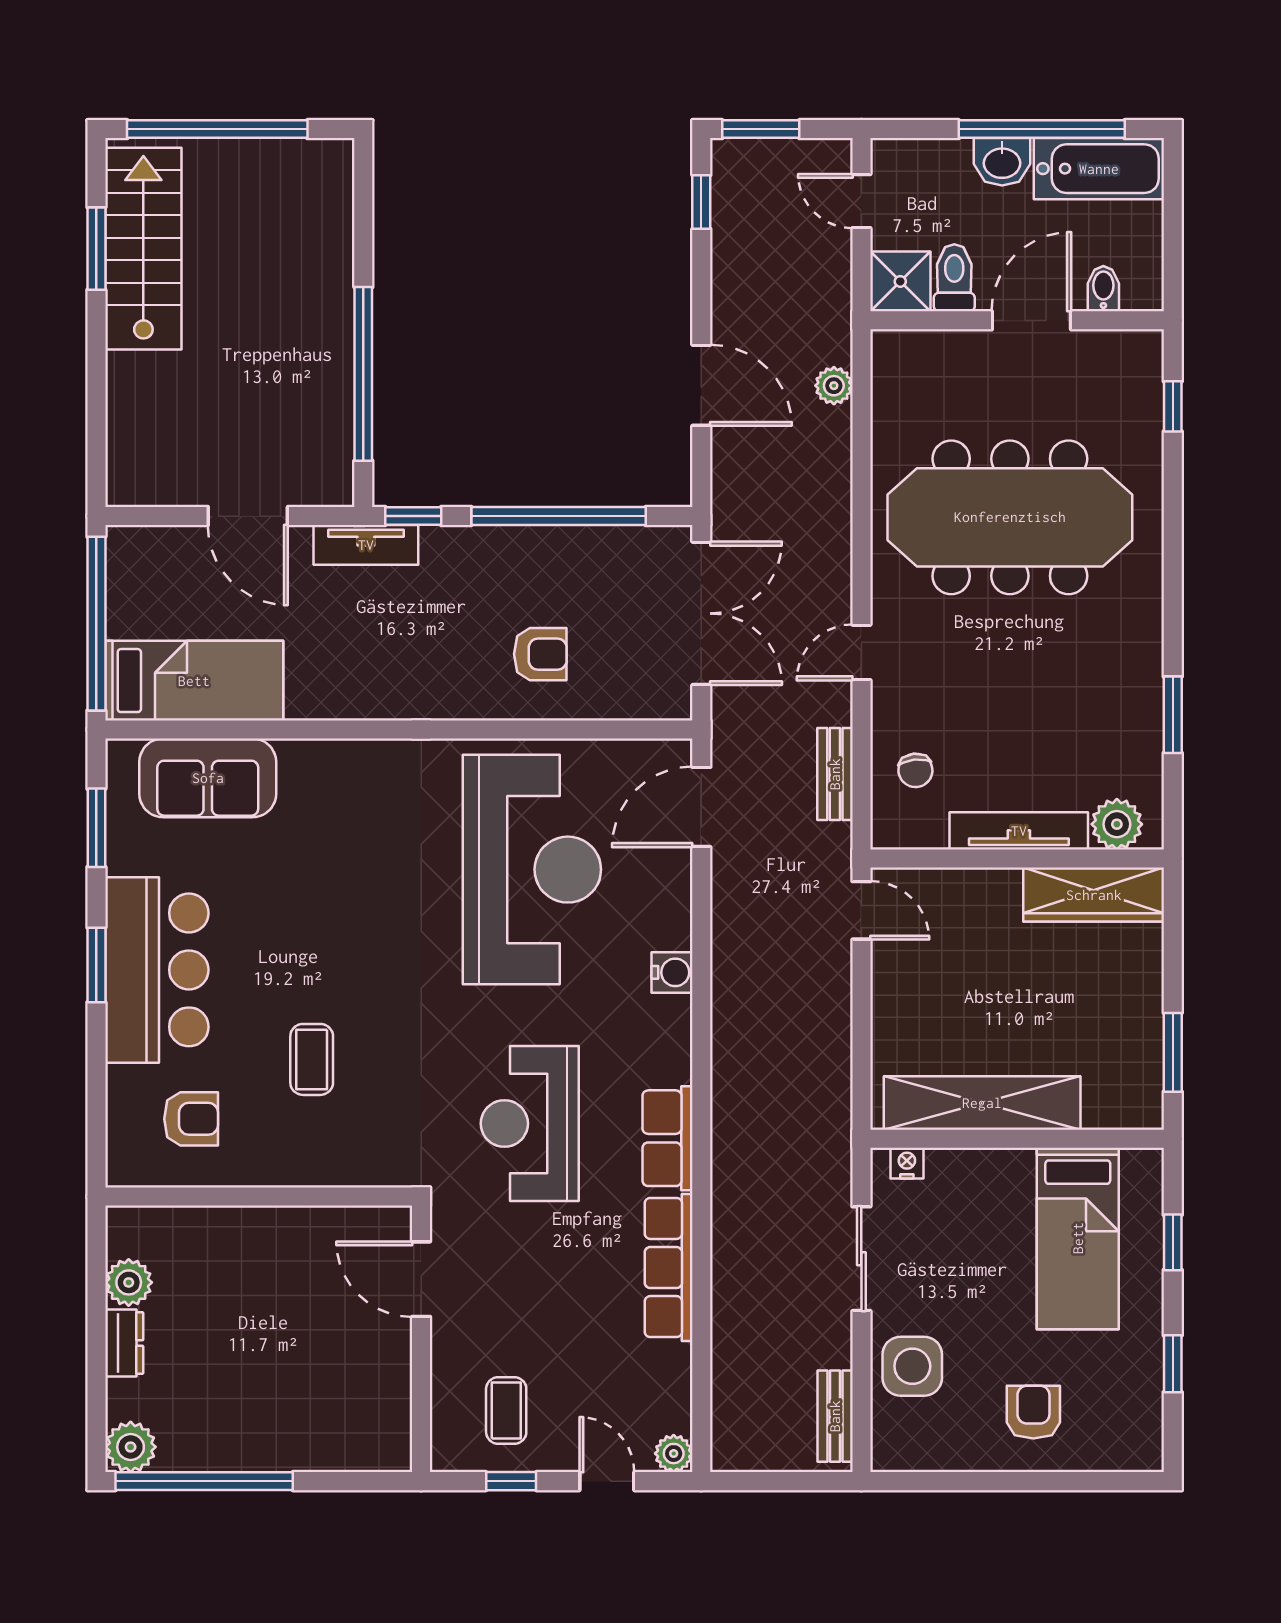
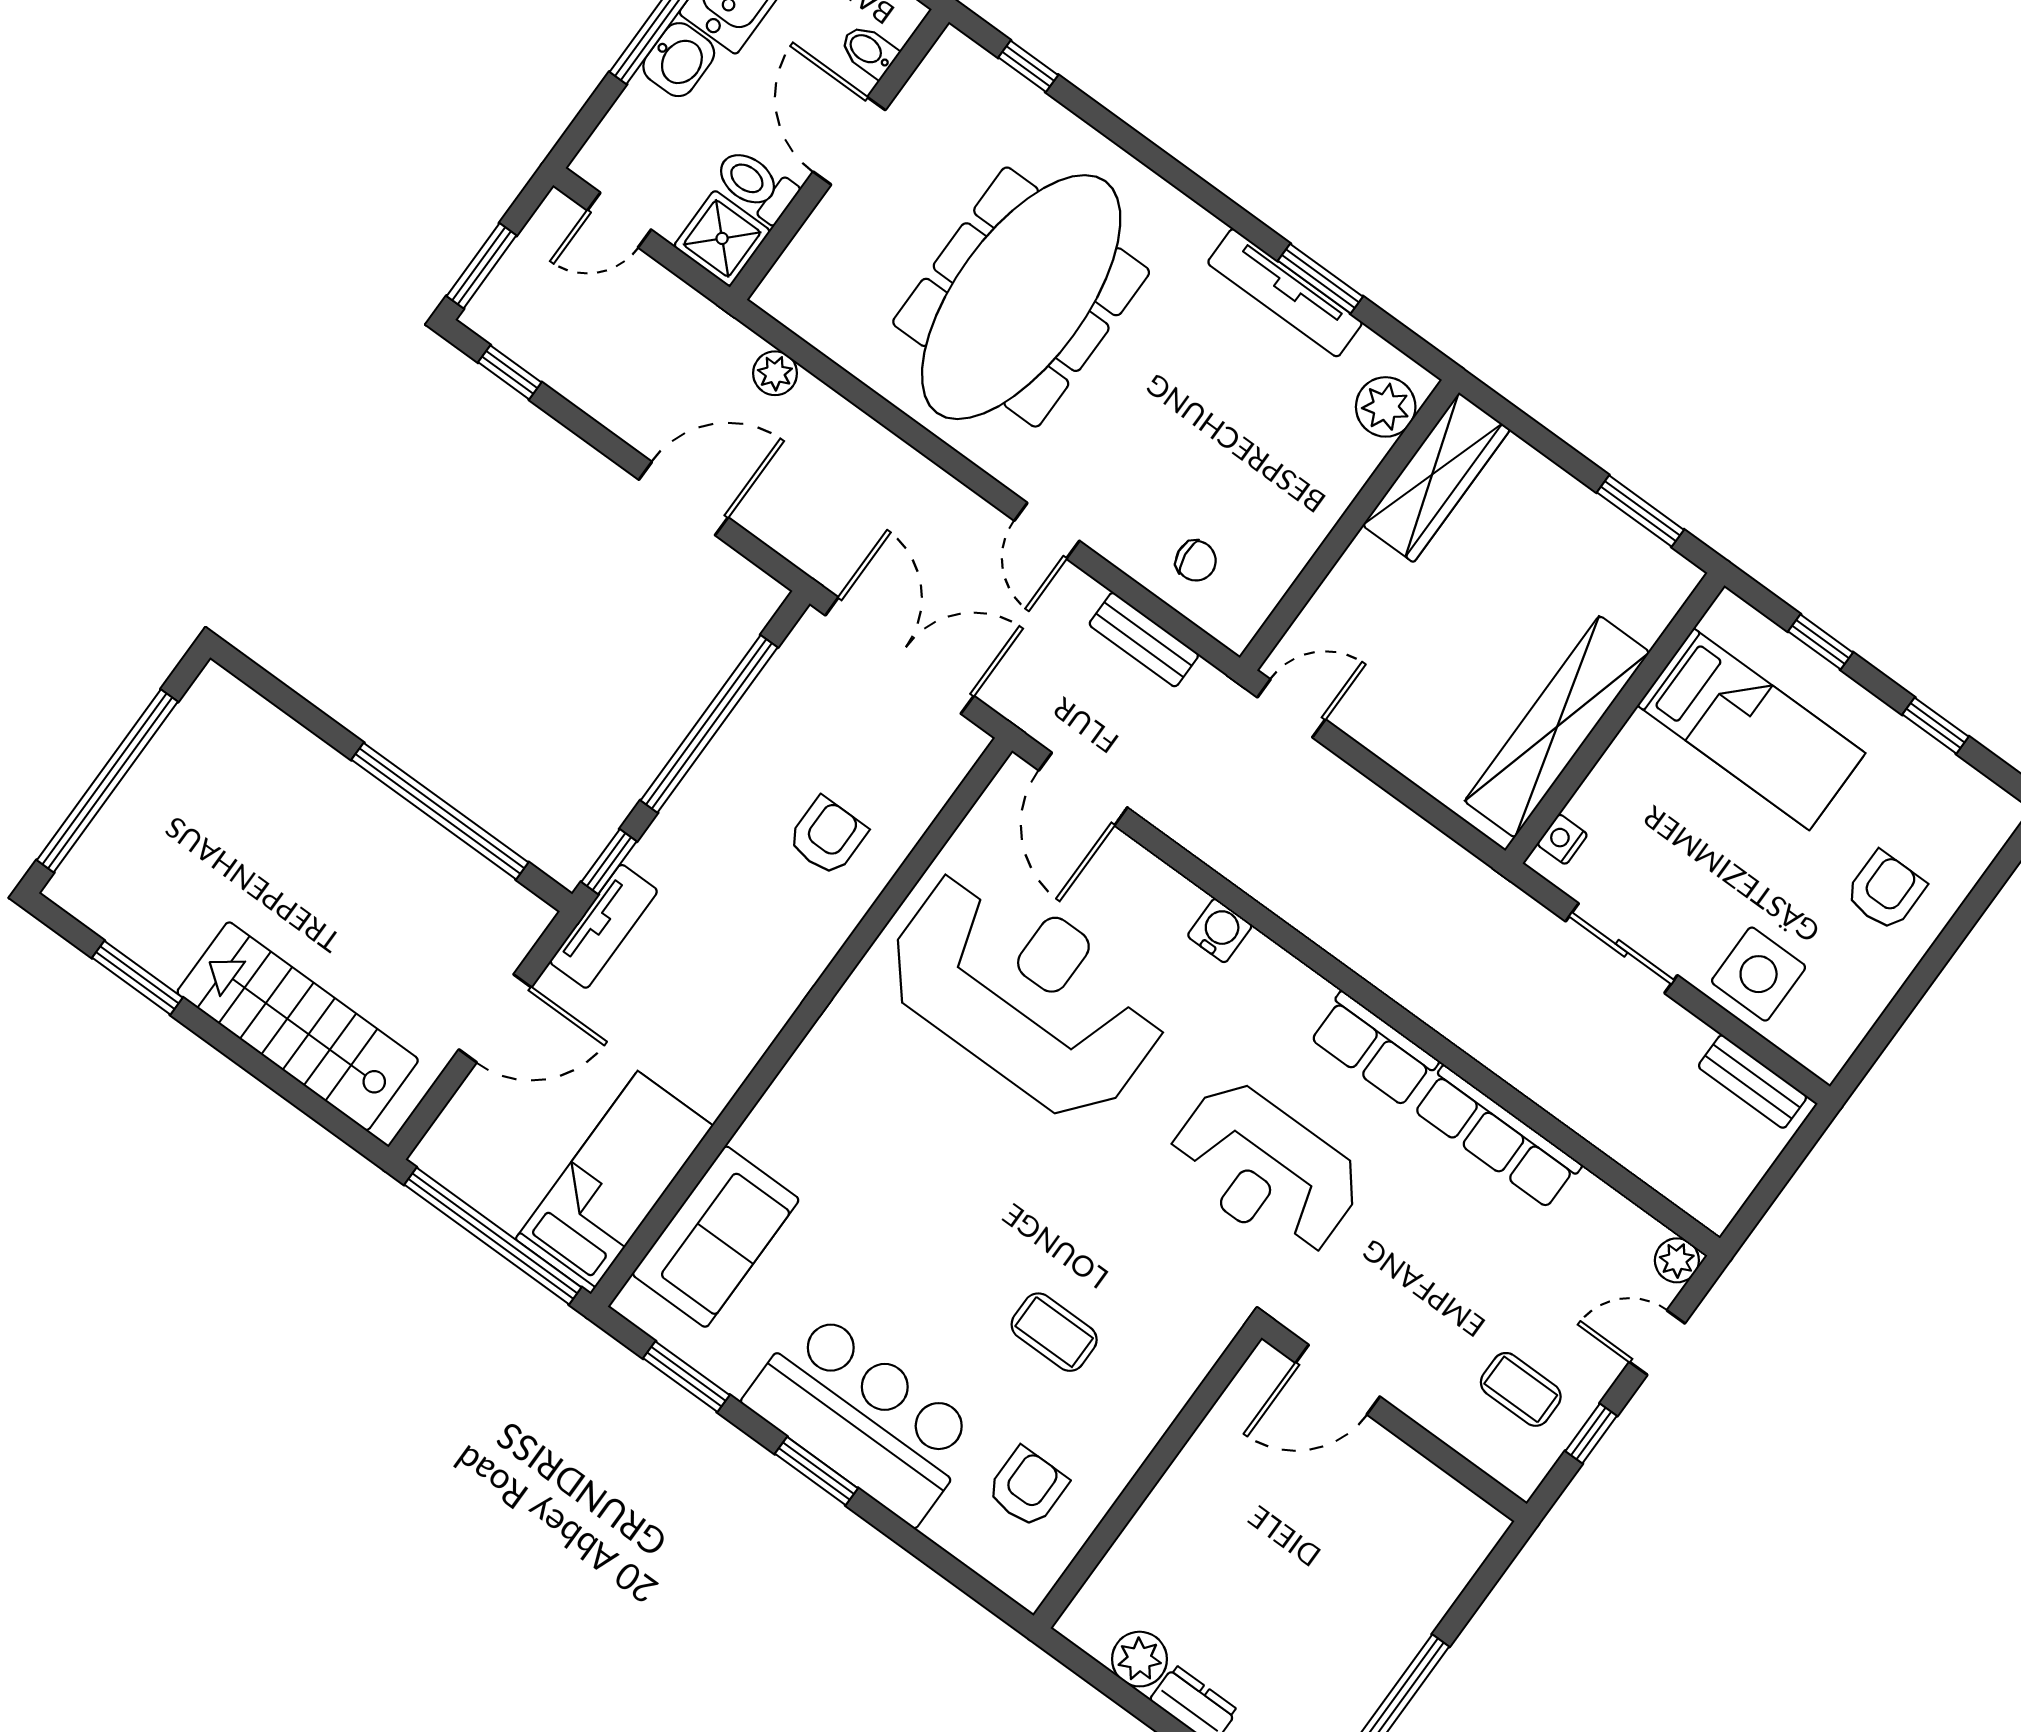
stairs: (143, 249) -> (298, 1026), moved
tv unit: (1019, 831) -> (1285, 293), moved, turned -90
armchair: (1033, 1412) -> (1885, 891), turned 90

